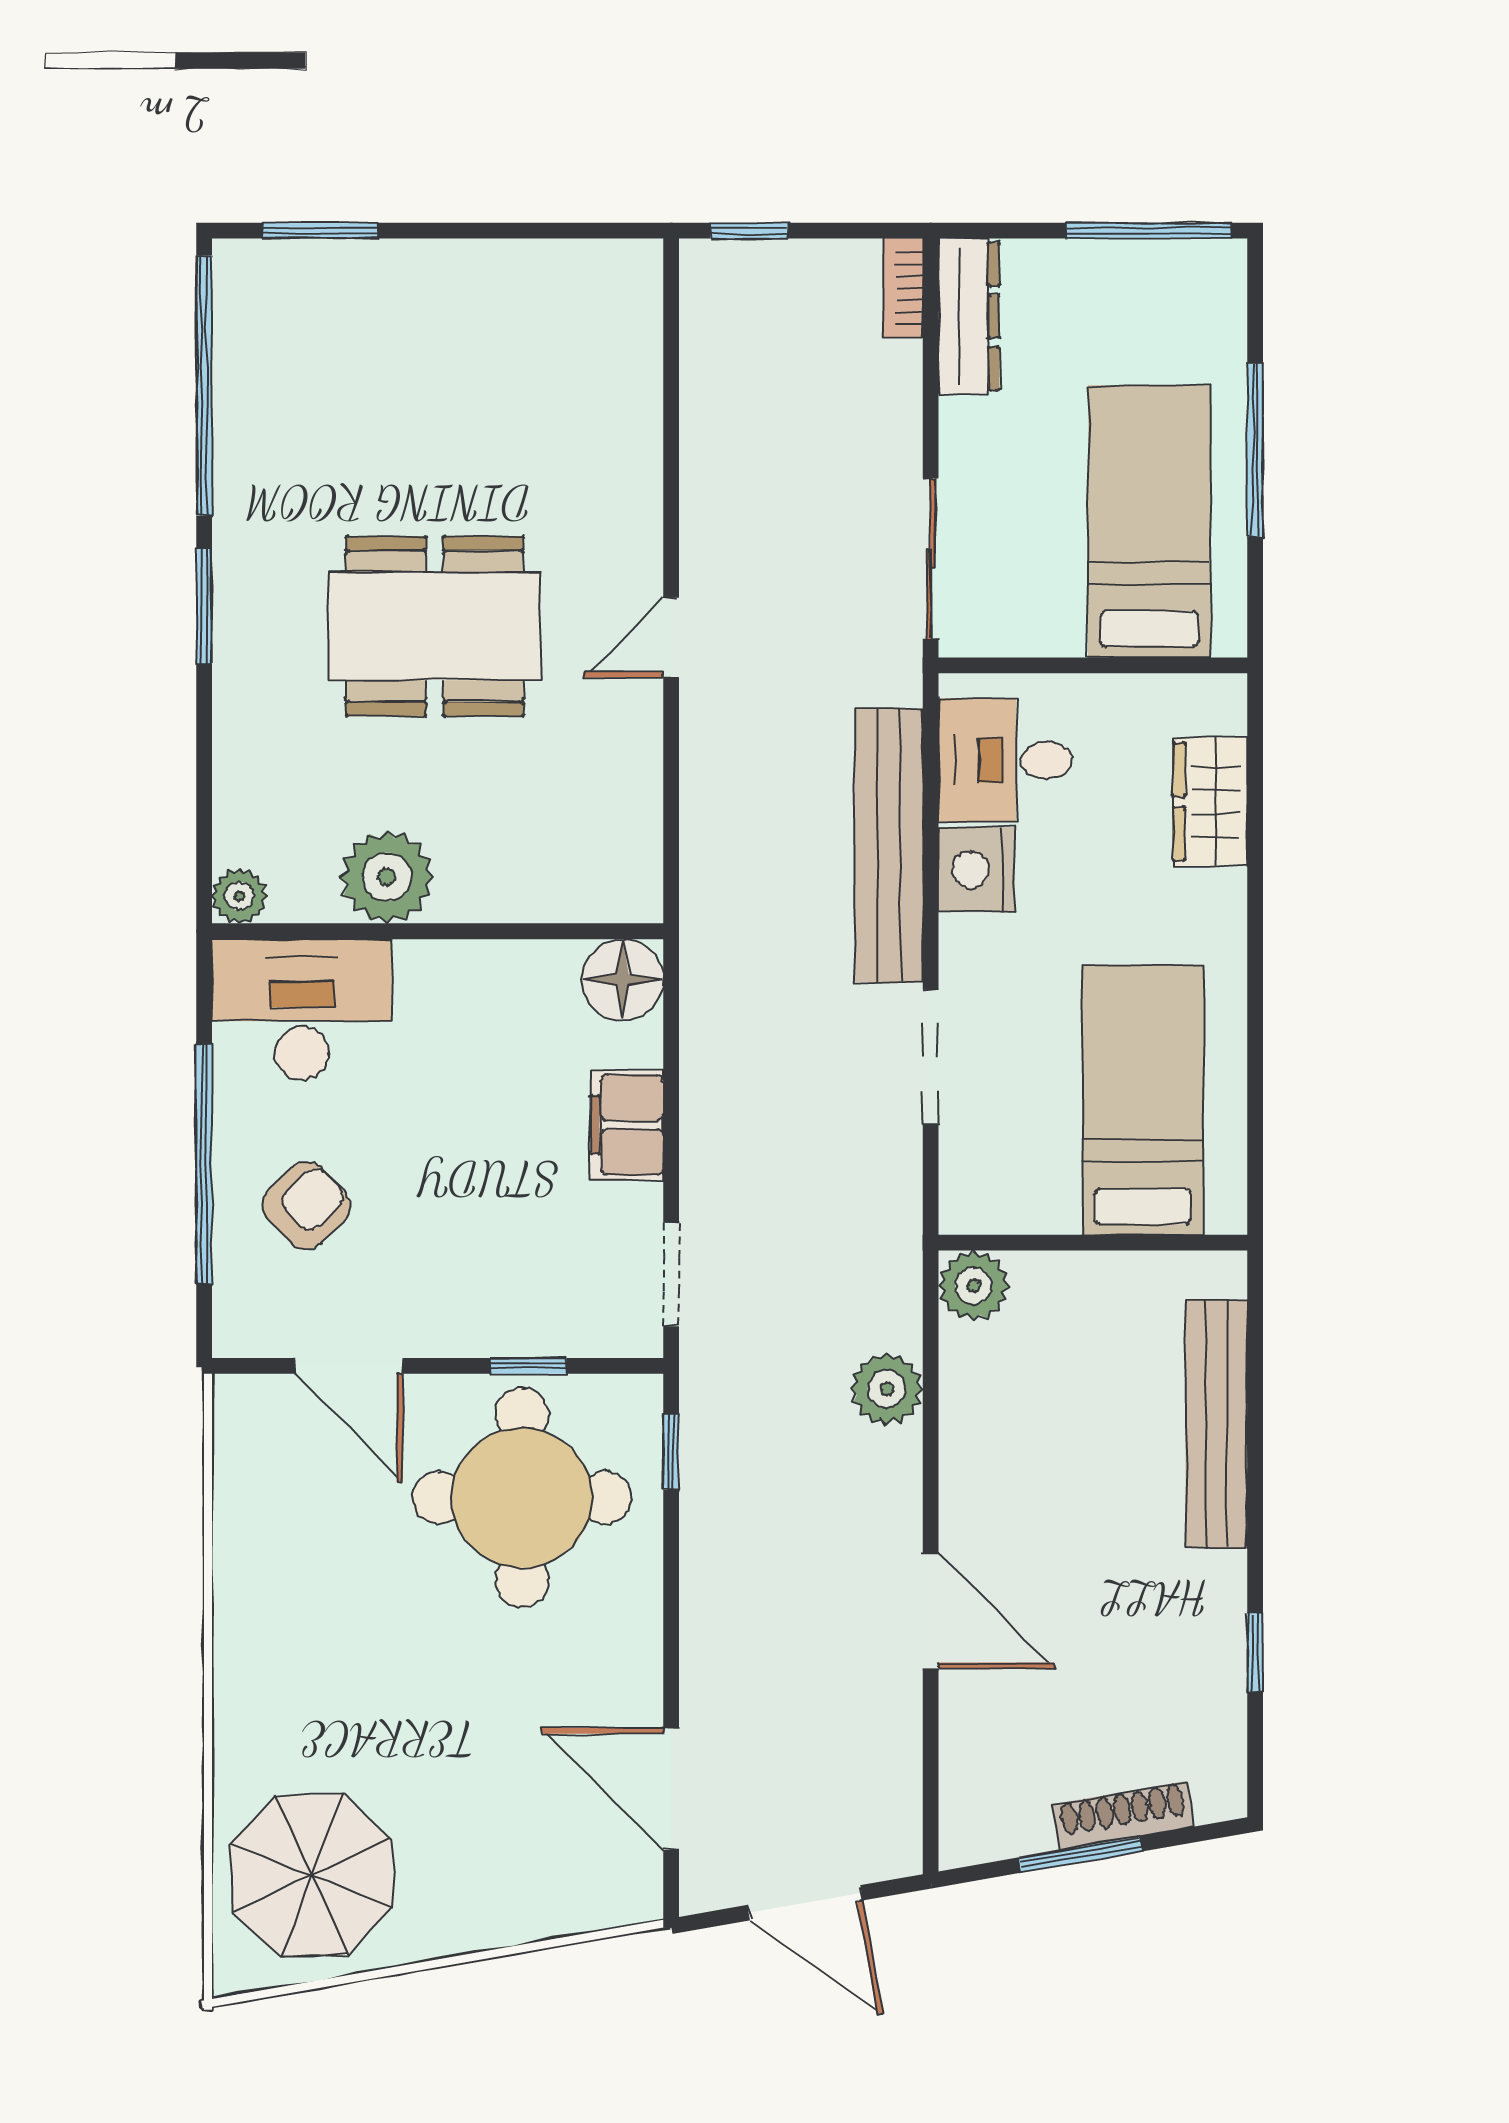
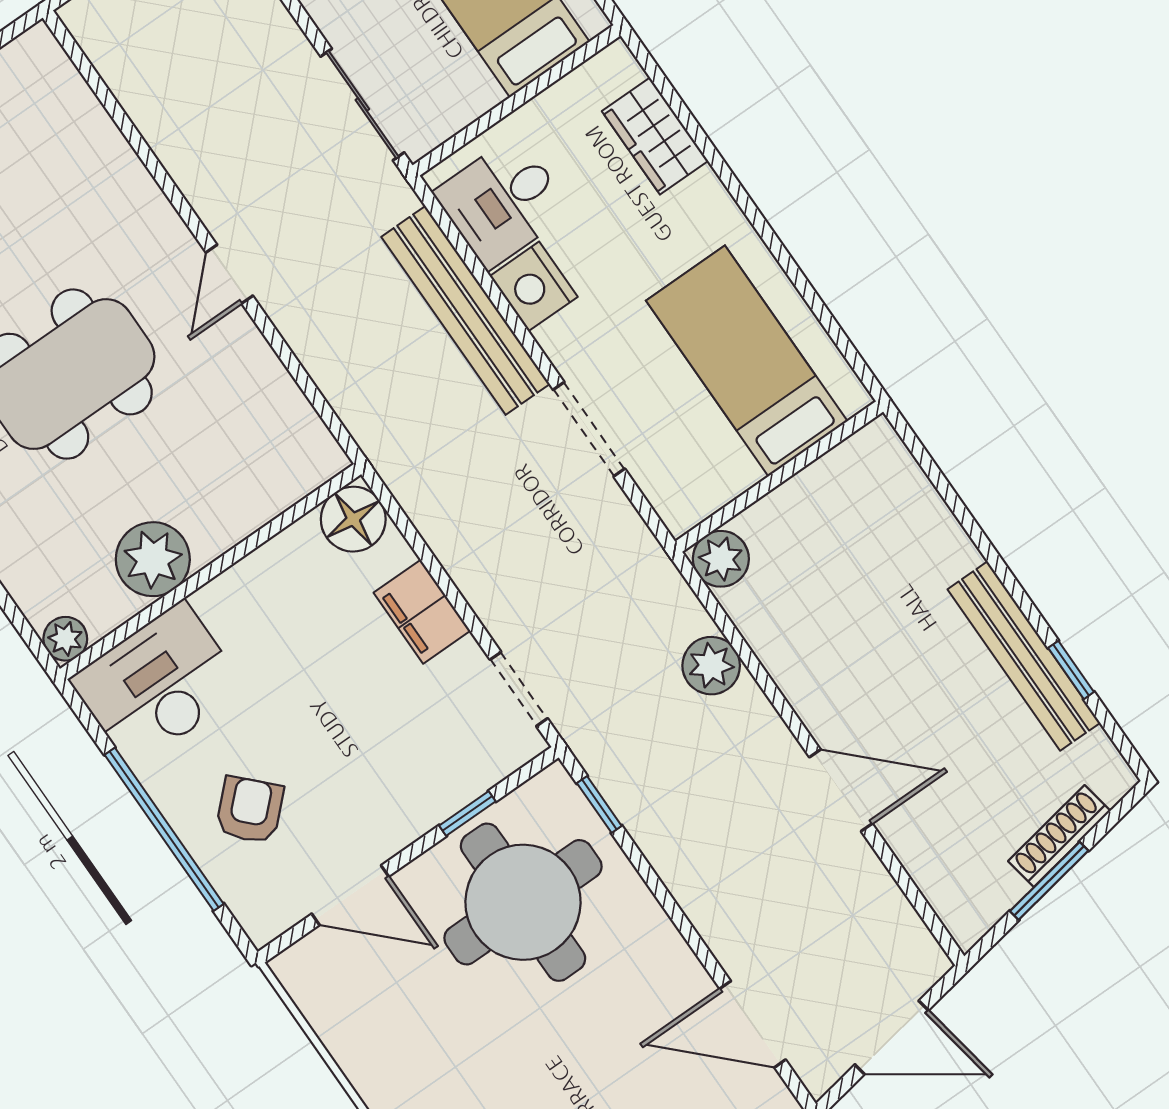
bench: (1216, 1424) -> (1024, 656), moved

